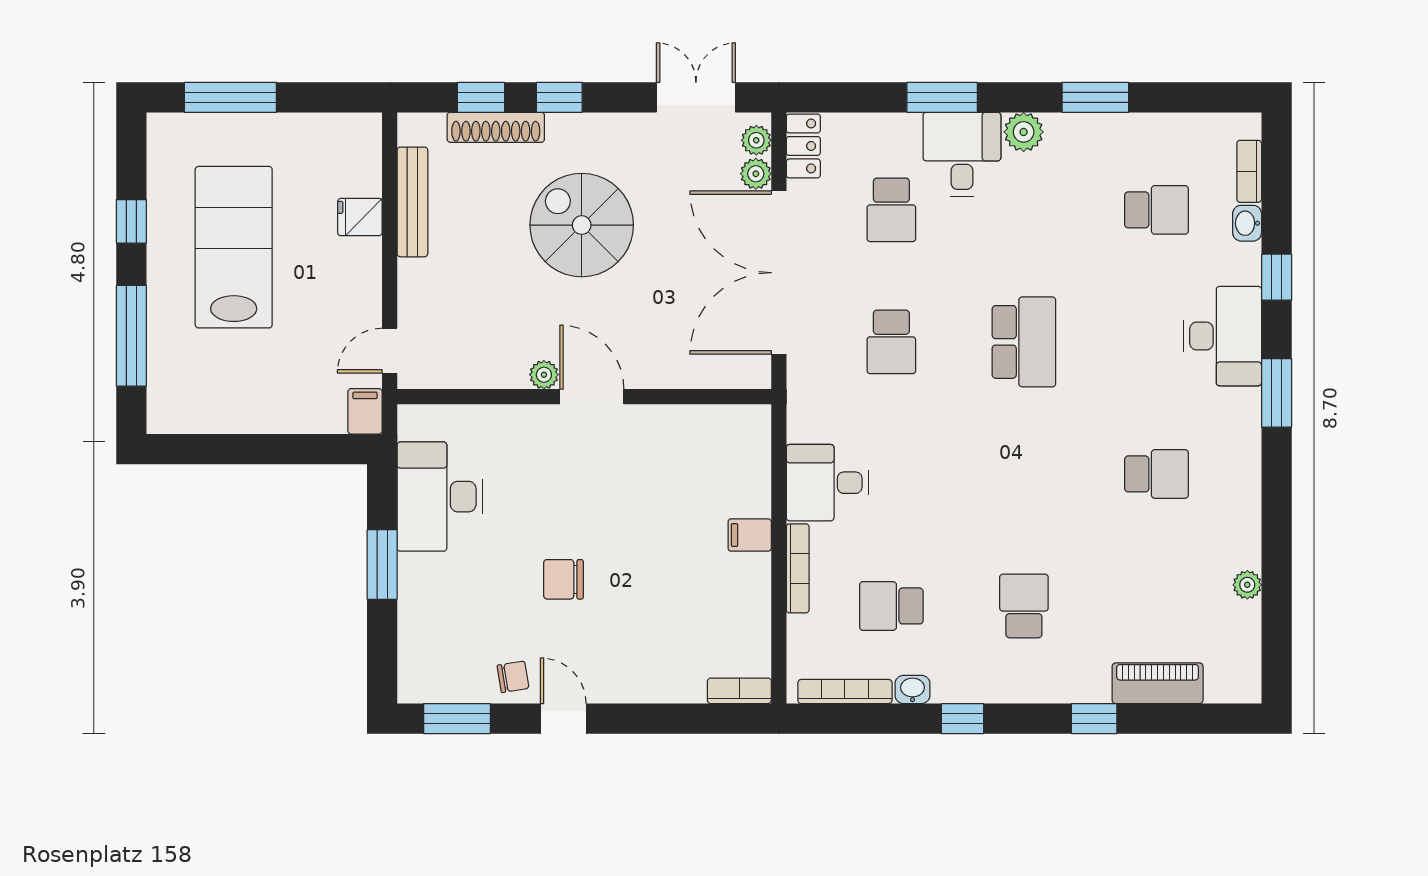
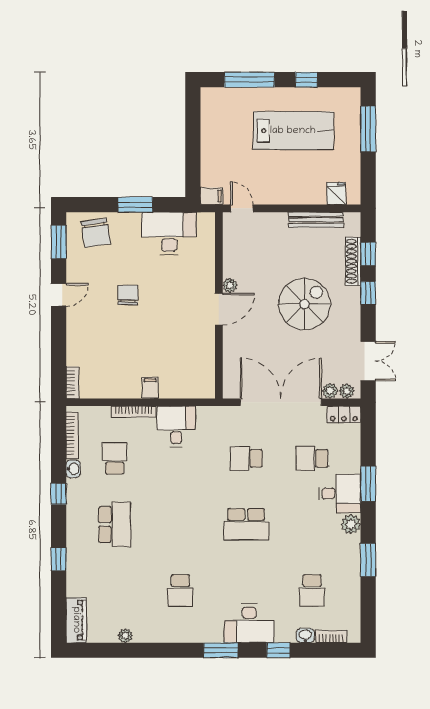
fridge: (360, 217) -> (336, 194), moved
school desk: (1024, 606) -> (115, 524), width x1.85
chair: (513, 677) -> (96, 233), moved, width x1.87, depth x1.87
piano: (1158, 683) -> (76, 620), moved

